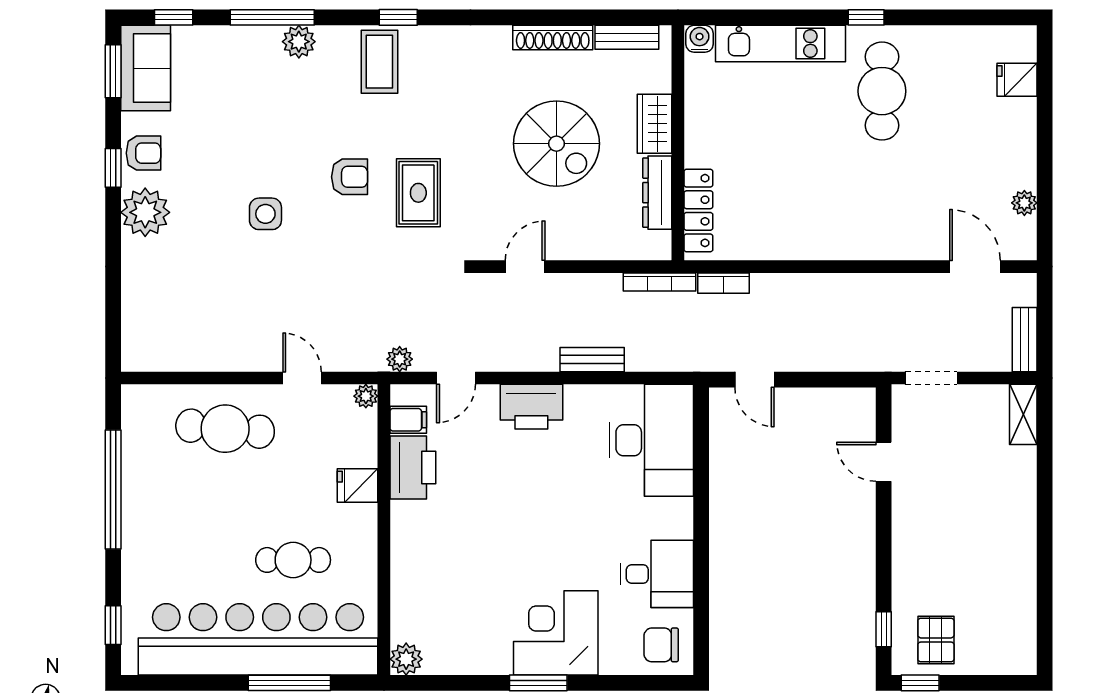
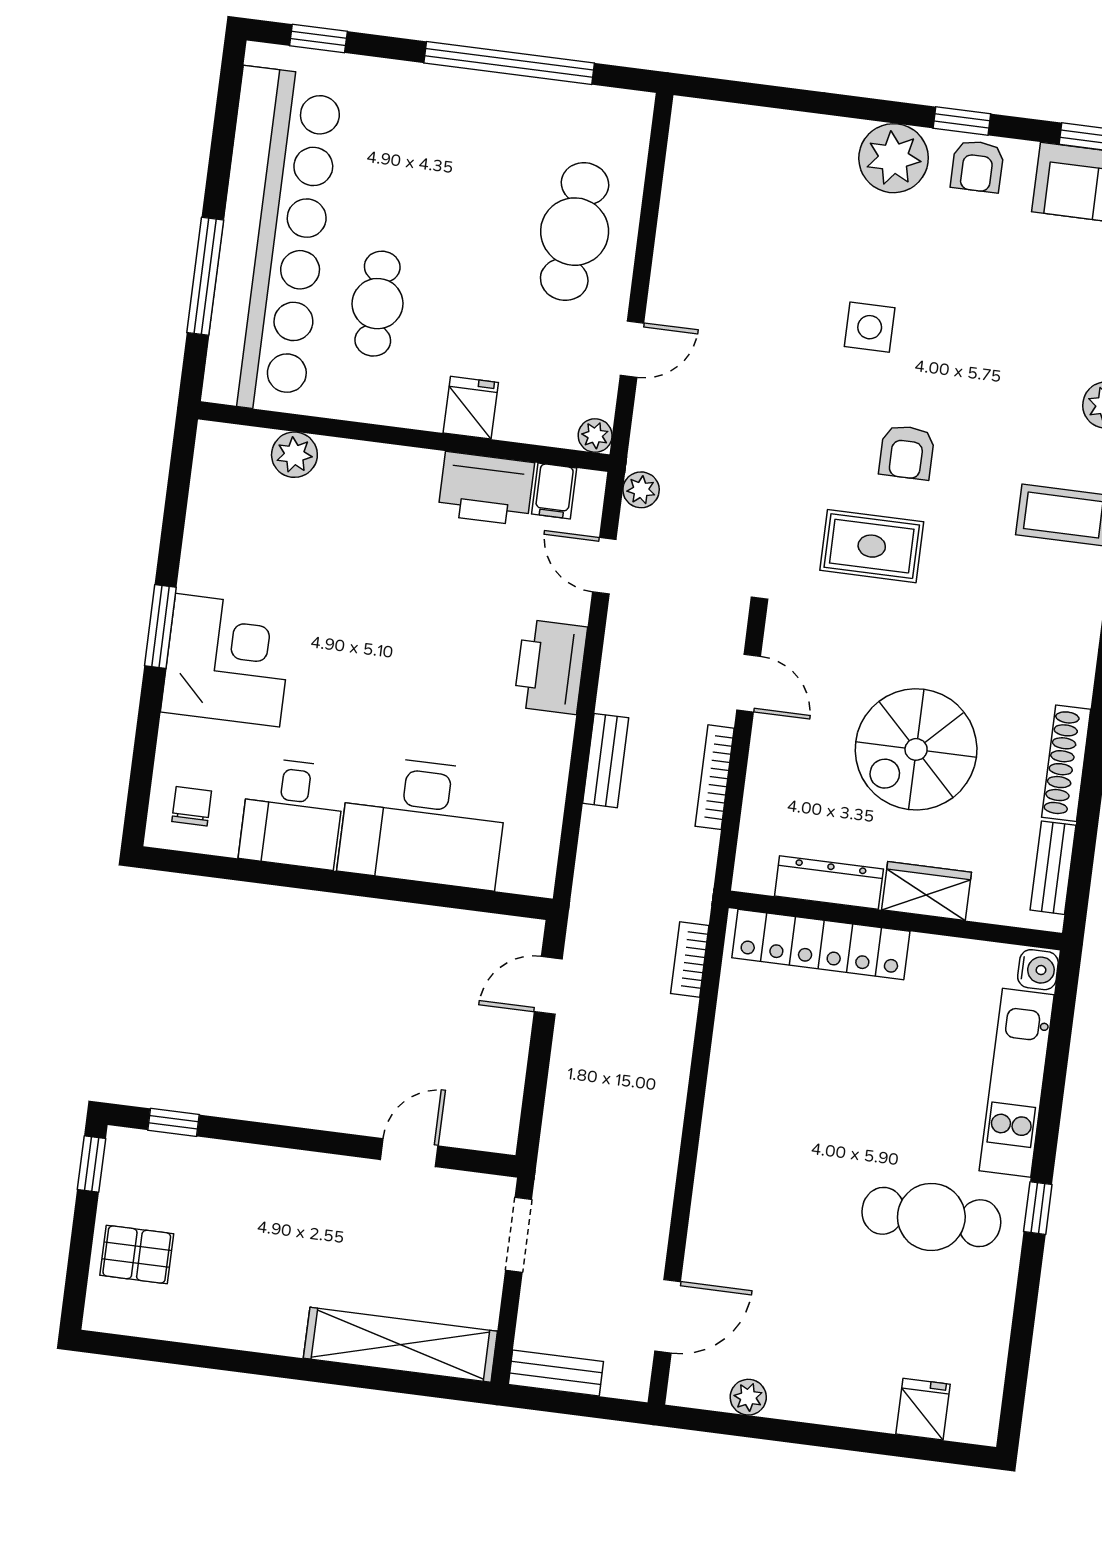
locker: (698, 211) -> (821, 945), width x1.41, depth x1.21
bookcase: (659, 282) -> (715, 777), moved
shelving: (1023, 414) -> (400, 1345), width x2.20, depth x1.33
desk: (651, 440) -> (423, 822), moved
pallet: (936, 640) -> (137, 1254), moved
chair: (661, 645) -> (192, 806), width x0.73, depth x0.73
plant: (406, 659) -> (294, 455), moved

